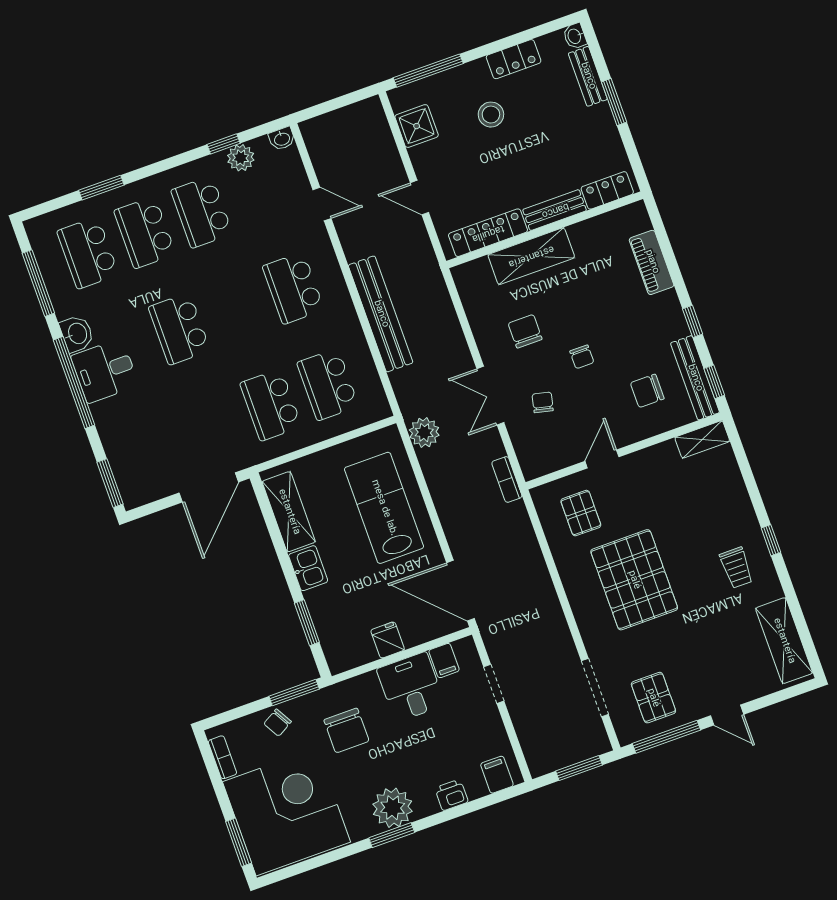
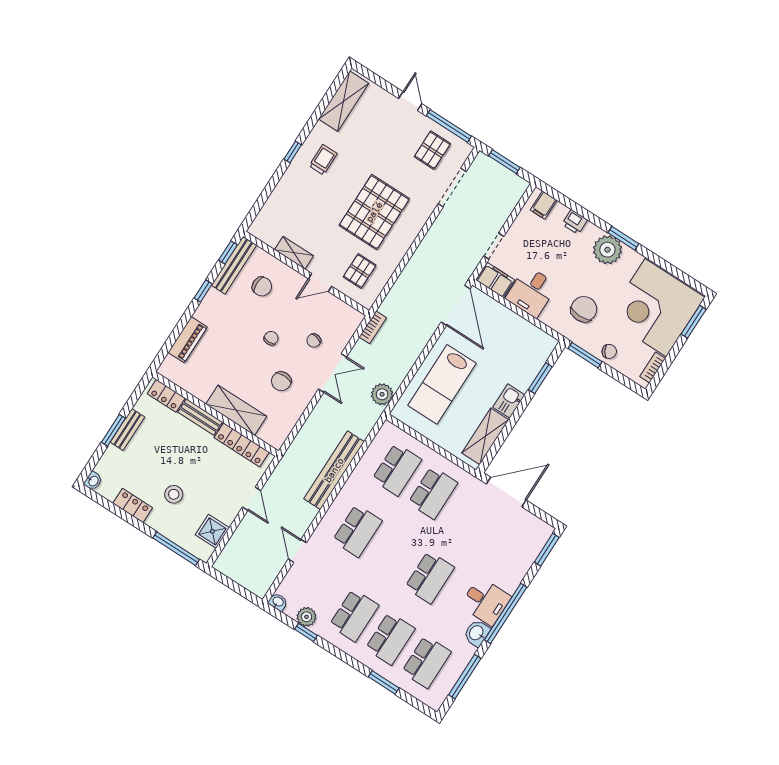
bench: (588, 76) -> (127, 430), moved
shelving: (702, 439) -> (294, 253), moved
fridge: (388, 640) -> (515, 325), removed
filing cabinet: (444, 661) -> (495, 280), width x2.00

